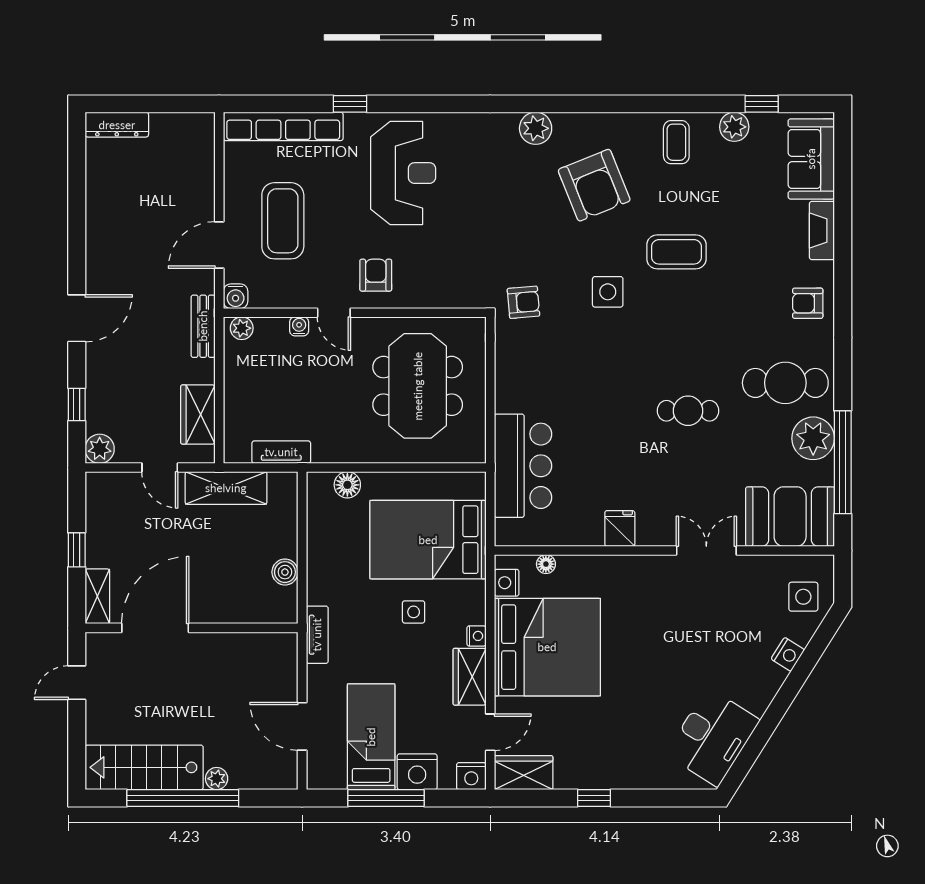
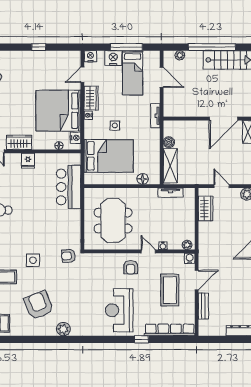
bench: (203, 326) -> (203, 306), moved
shelving: (226, 488) -> (170, 166), moved, turned 90
wardrobe: (524, 773) -> (19, 142), moved, turned 180
plant: (217, 779) -> (180, 55), moved

